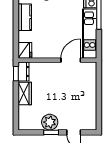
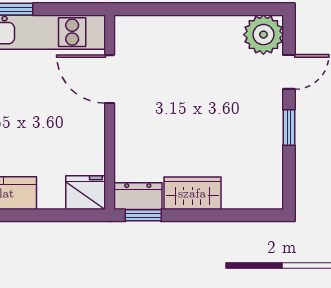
plant: (50, 122) -> (263, 35), moved

